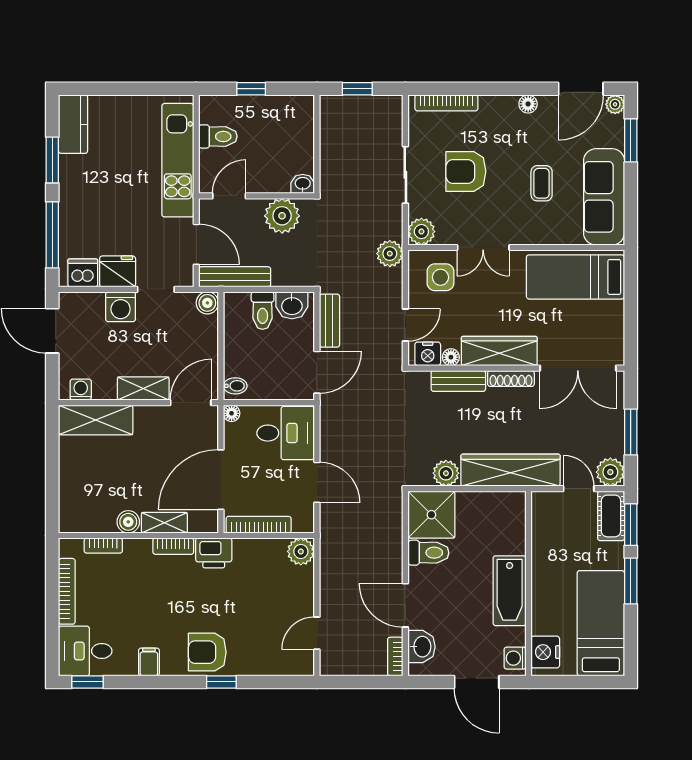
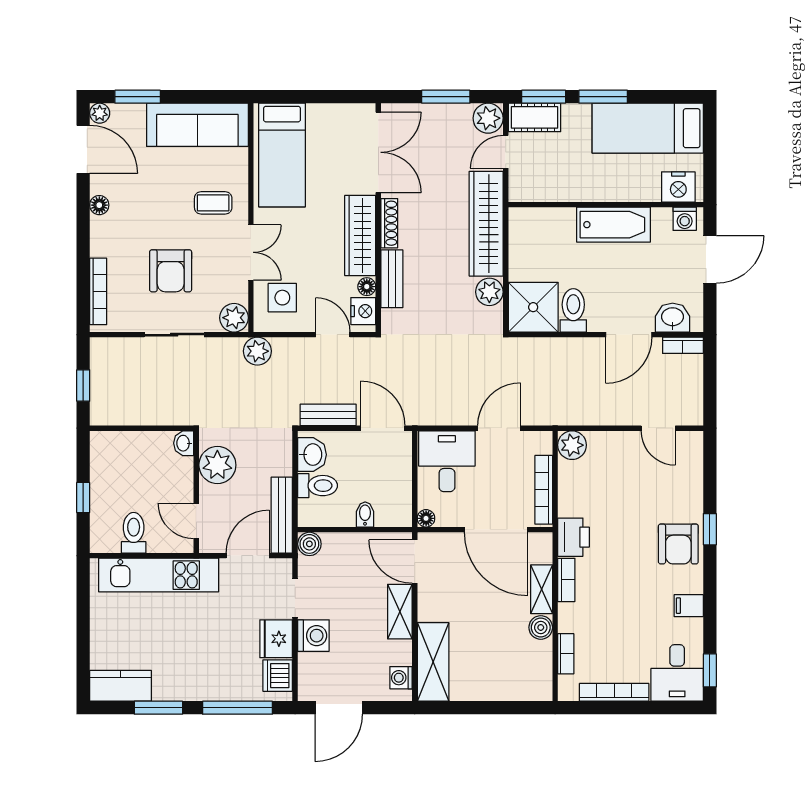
coffee table: (542, 183) -> (213, 203), moved
bidet: (235, 386) -> (365, 514), moved

